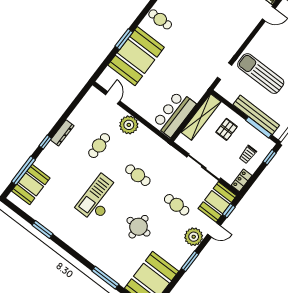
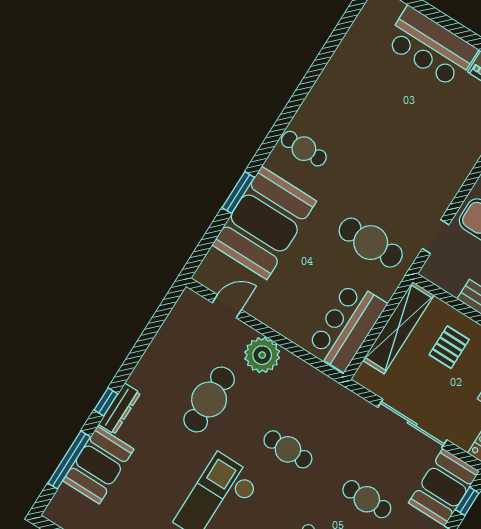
cafe table: (191, 71) -> (371, 243), added
door: (113, 98) -> (227, 306), hinge flipped
dresser: (62, 133) -> (119, 409), moved
cafe table: (99, 146) -> (209, 400), width x1.37, depth x1.35
booth: (31, 184) -> (98, 465), moved

